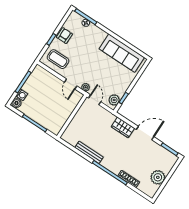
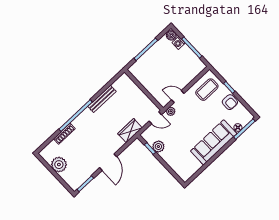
sofa: (122, 53) -> (214, 142), moved
plant: (114, 100) -> (158, 147), moved
wardrobe: (123, 127) -> (130, 131), moved

